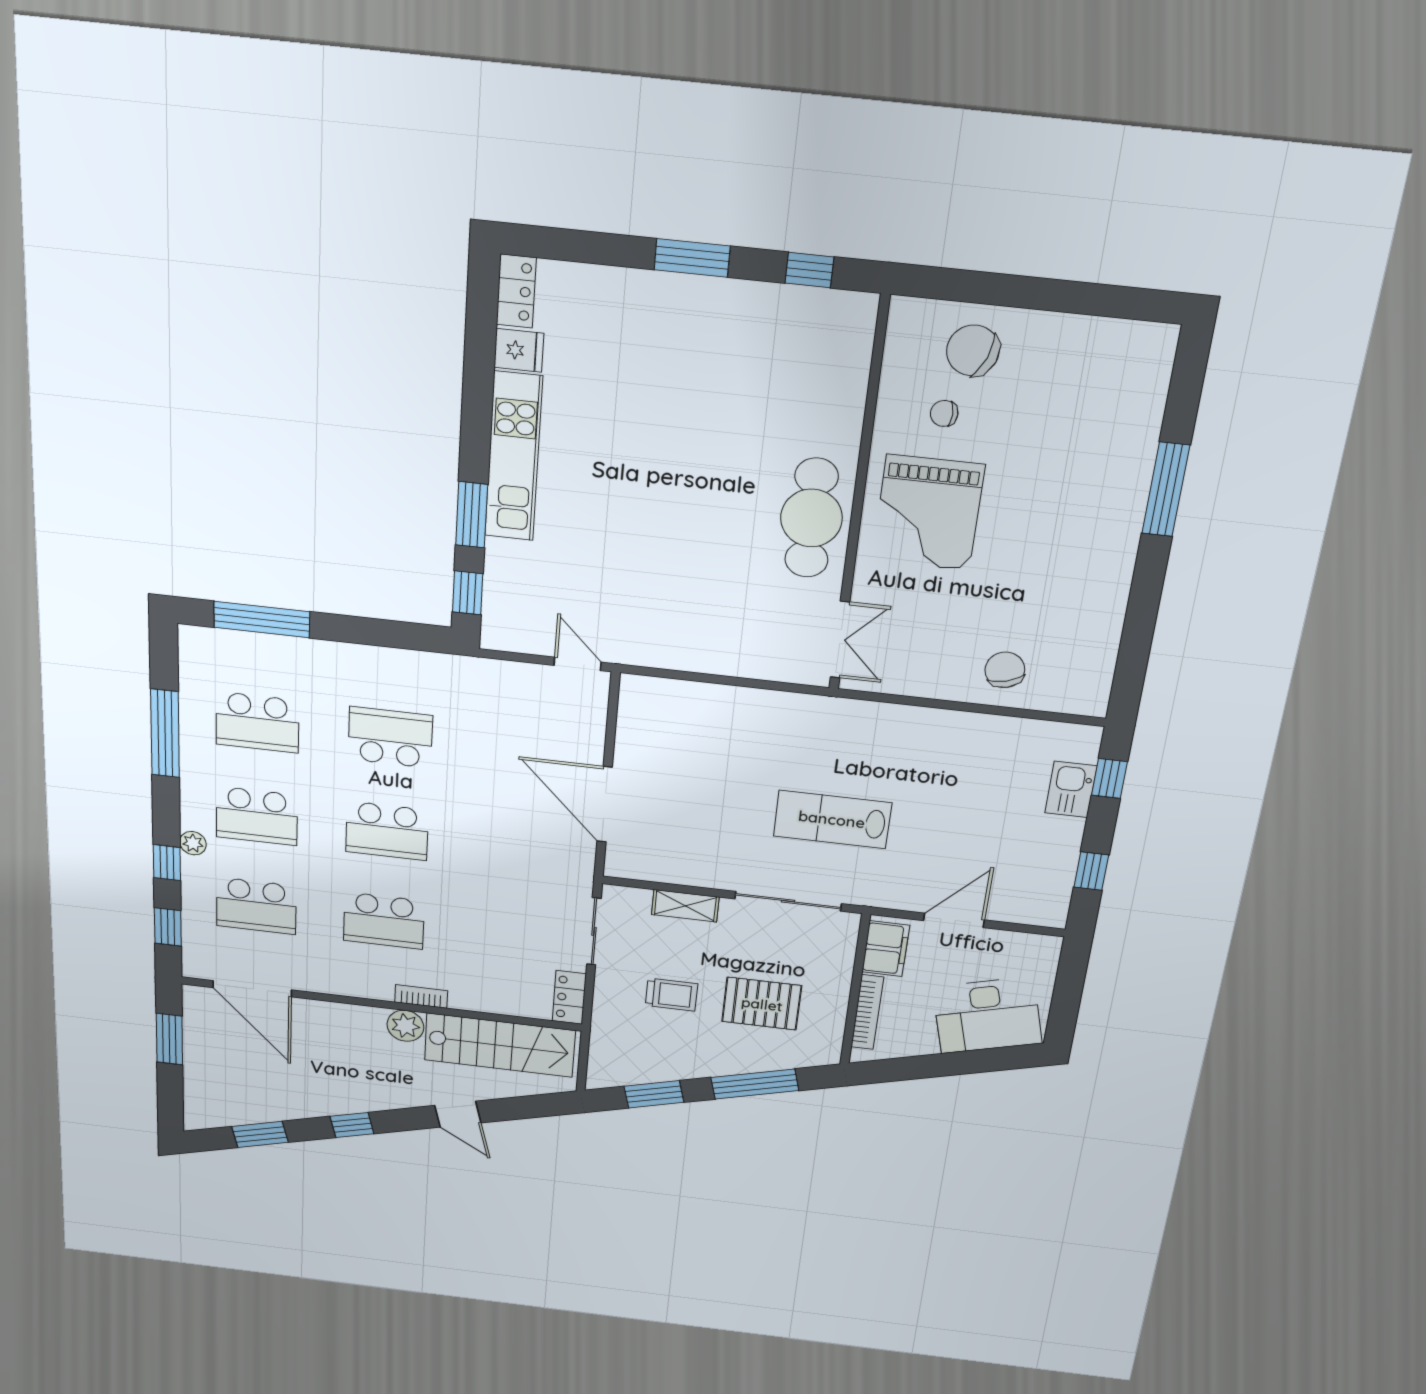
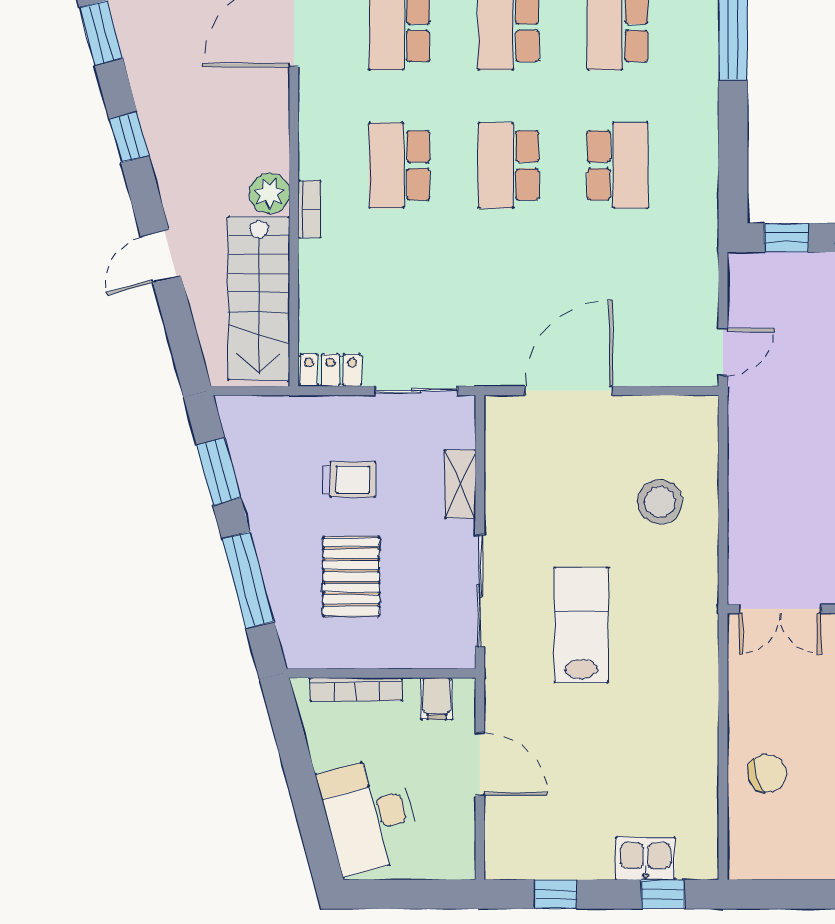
stool: (720, 737) -> (660, 502), added
filing cabinet: (886, 949) -> (437, 699), width x0.50
trolley: (672, 995) -> (349, 480), turned -90

